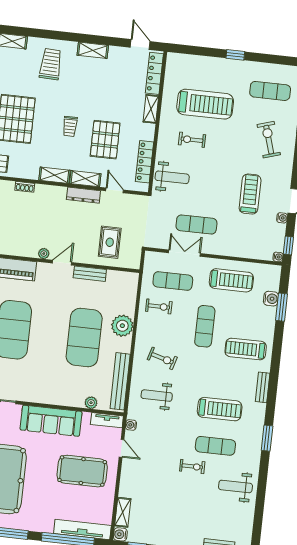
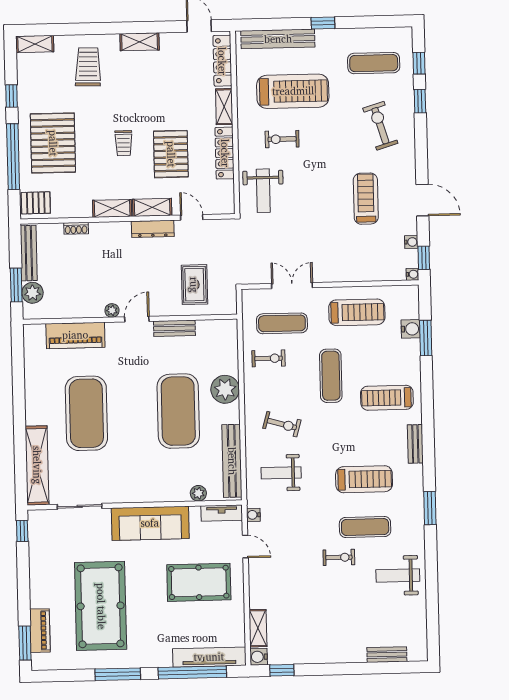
bench: (199, 62) -> (278, 39), added
locker: (145, 162) -> (225, 153), moved
weight bench: (172, 177) -> (263, 191), turned 90
water cooler: (282, 218) -> (411, 242), moved
exercise mat: (196, 224) -> (303, 247), removed

